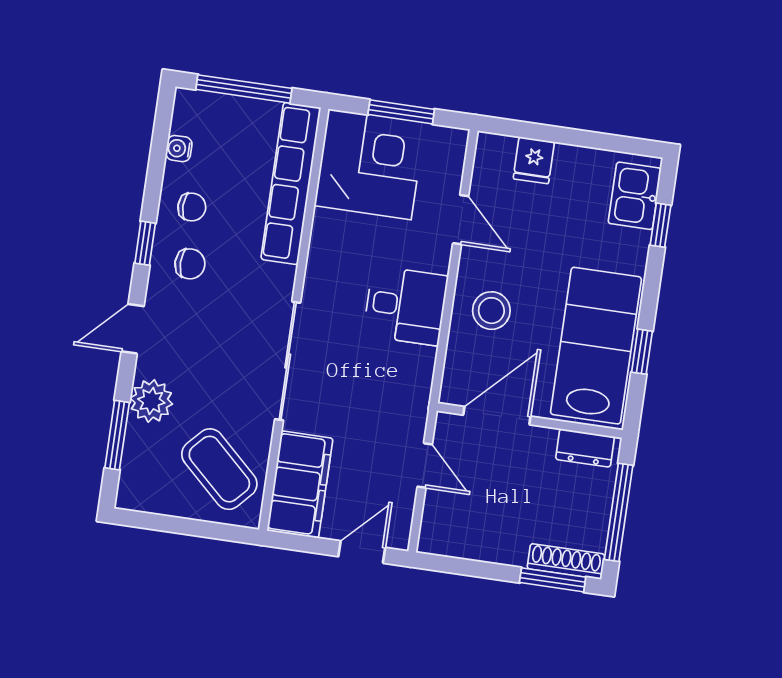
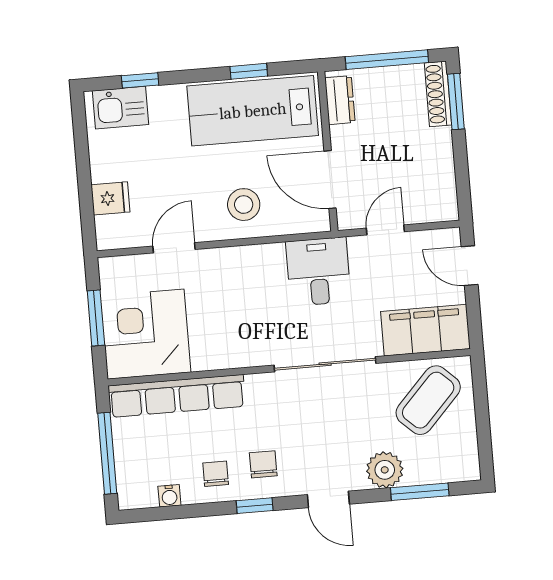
desk: (406, 306) -> (318, 272), moved

